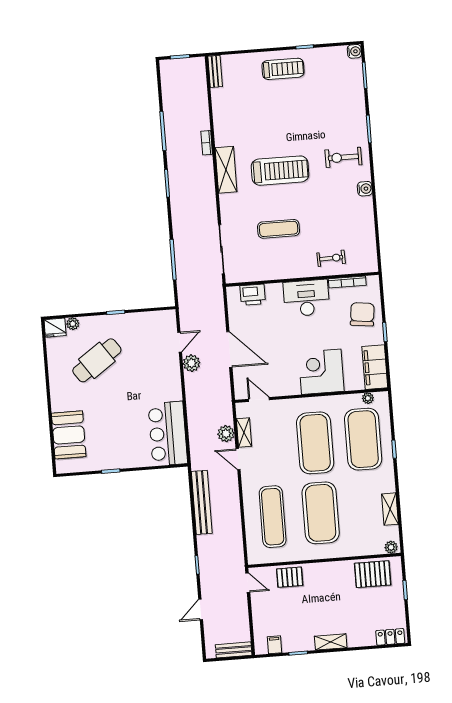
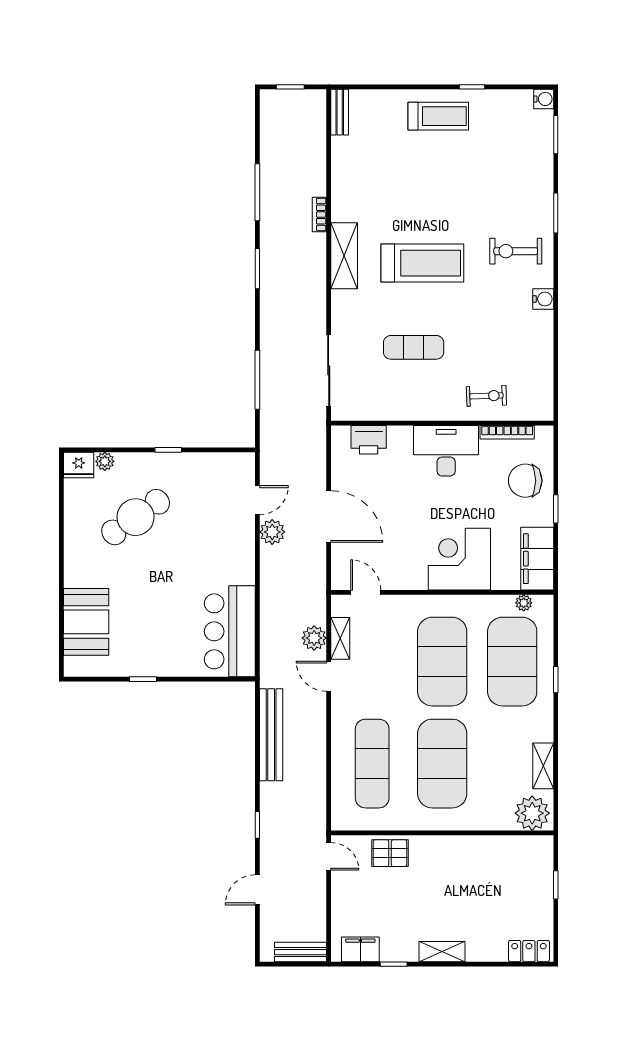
chair: (362, 314) -> (525, 481), turned -97
plant: (391, 547) -> (532, 813), width x1.88, depth x1.88
pallet: (373, 574) -> (511, 858), removed
filing cabinet: (275, 645) -> (360, 949), width x2.00

